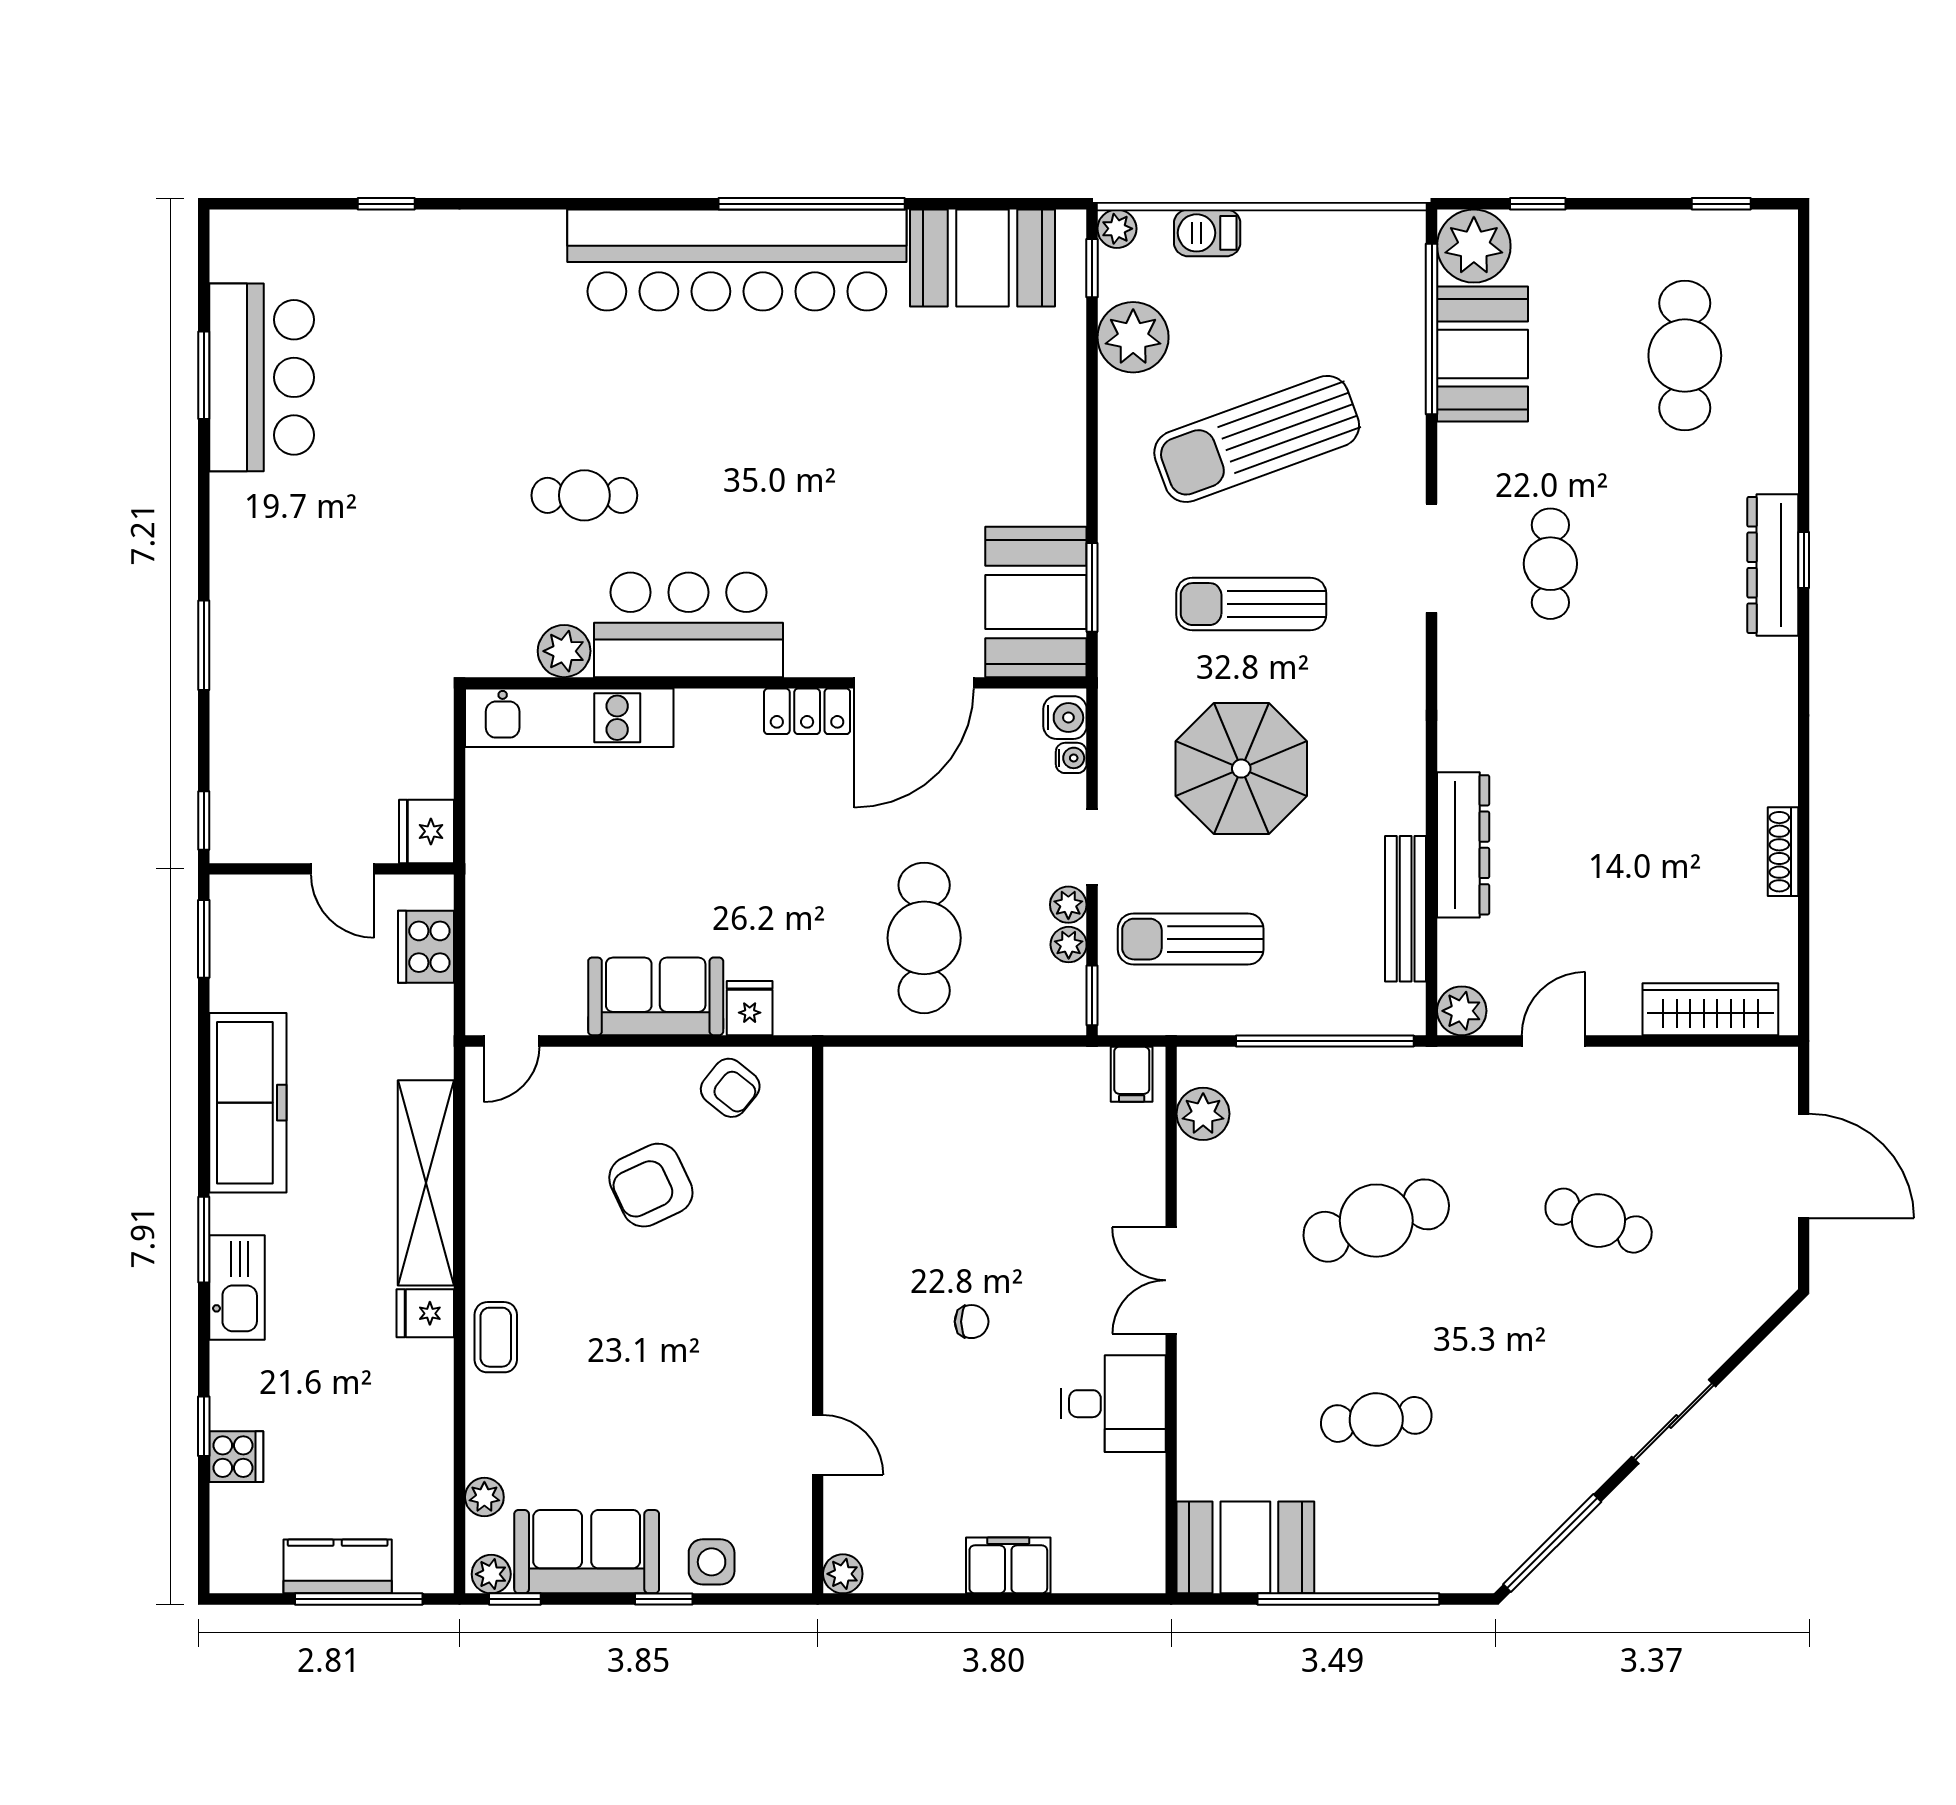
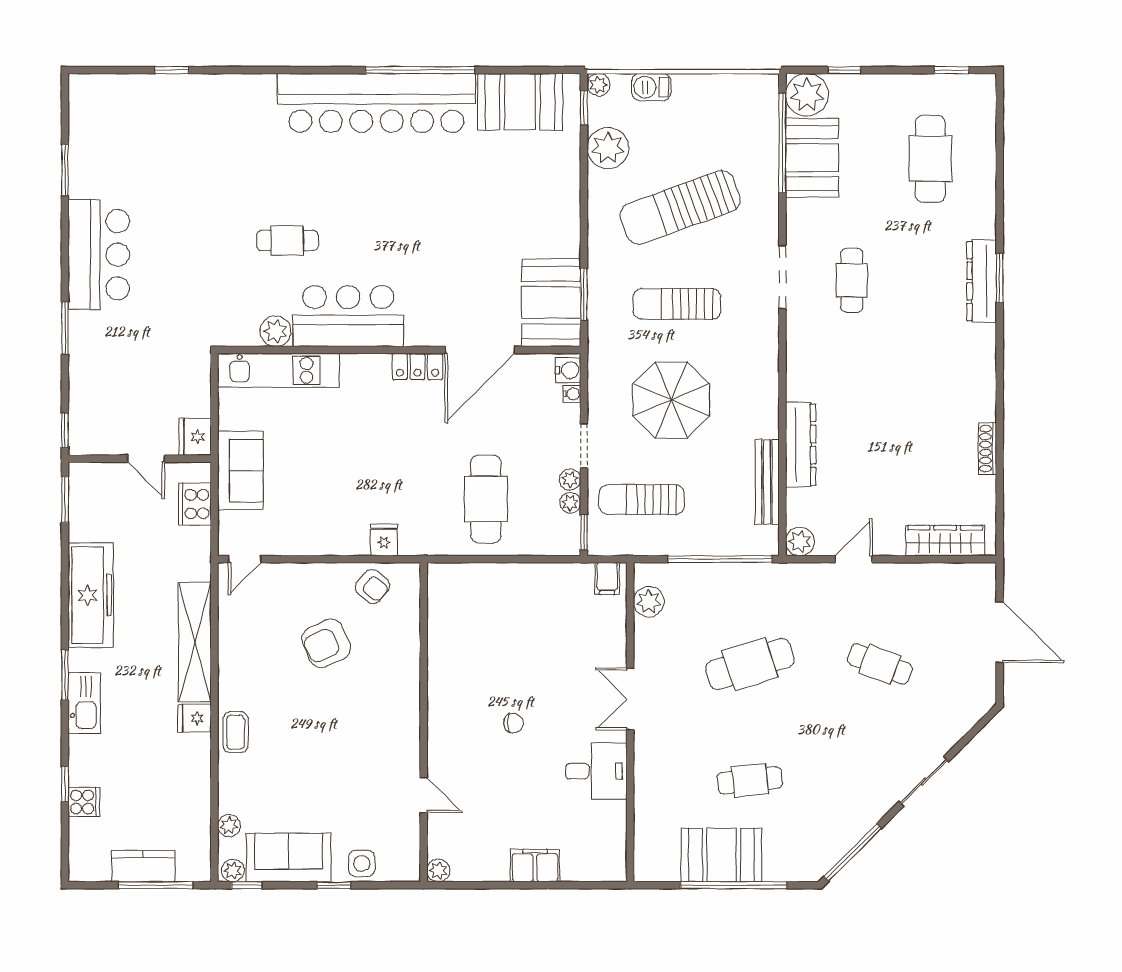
bar counter: (262, 377) -> (99, 255), moved
window: (1804, 560) -> (1000, 278), width x1.50
sofa: (656, 996) -> (240, 471), moved, turned 90
booth: (1245, 1547) -> (721, 855), moved

